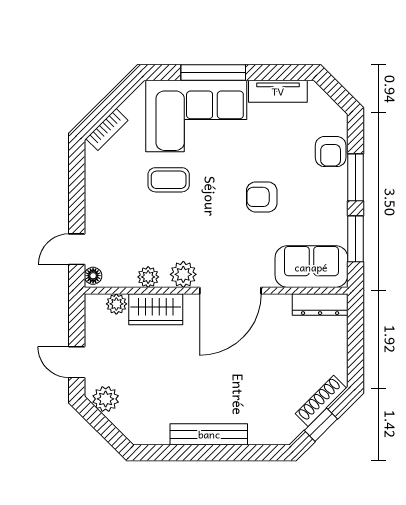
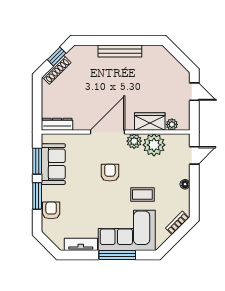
armchair: (262, 197) -> (110, 173), moved, turned -90
sofa: (311, 267) -> (53, 164), moved, turned -90
floor lamp: (93, 276) -> (185, 184), moved
plant: (148, 277) -> (154, 145), width x1.88, depth x1.88
plant: (106, 399) -> (178, 71), removed

